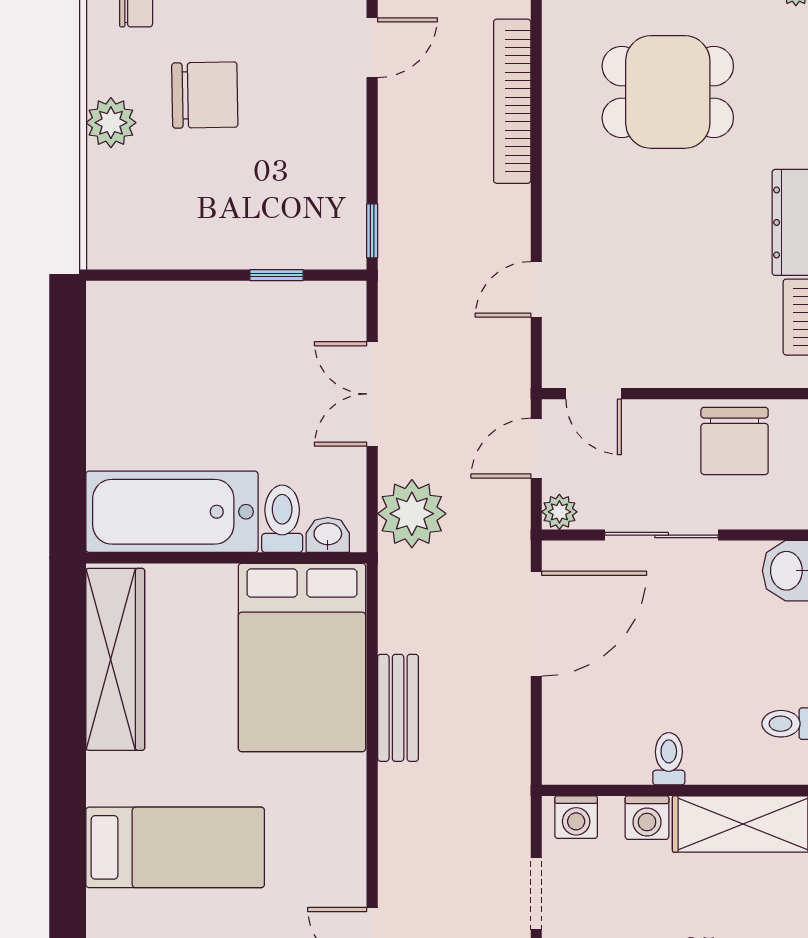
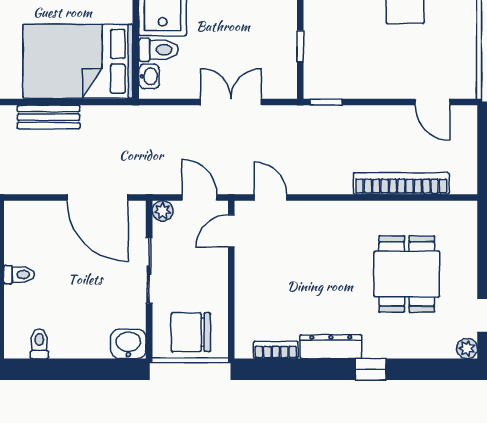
door: (536, 289) -> (270, 198), moved
chair: (735, 441) -> (191, 332), moved
plant: (412, 514) -> (161, 125), removed

